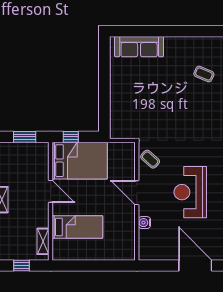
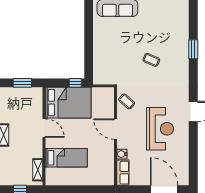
coffee table: (204, 74) -> (151, 60), moved
window: (71, 137) -> (75, 83), moved
reception desk: (190, 192) -> (160, 129), turned 180
row of seats: (146, 245) -> (123, 173), added

